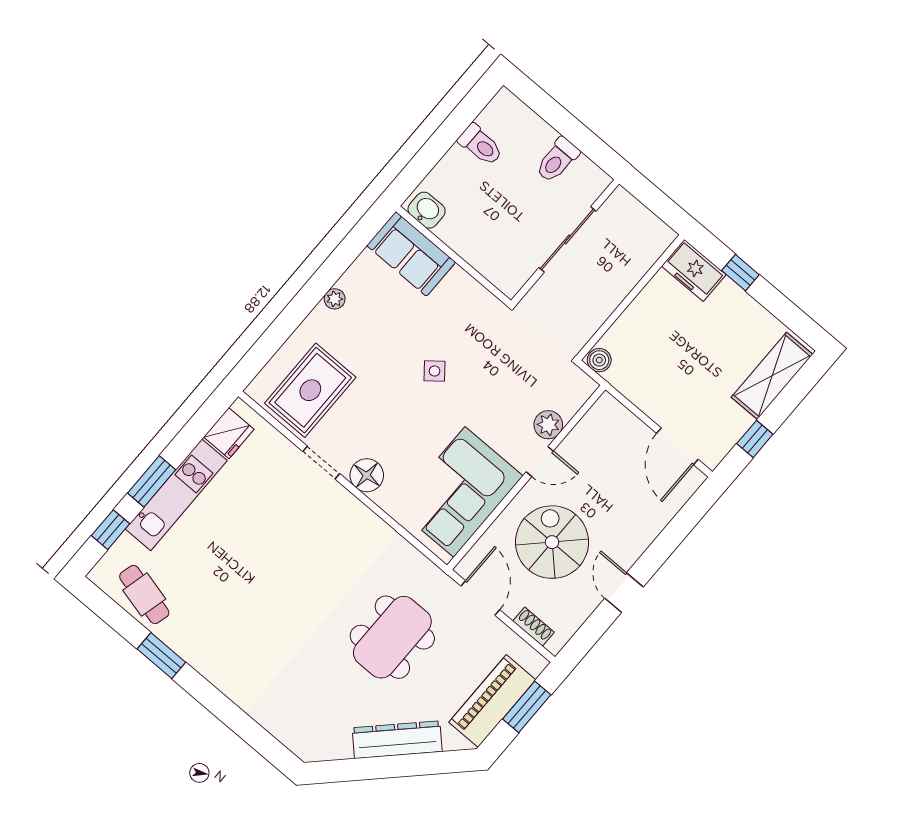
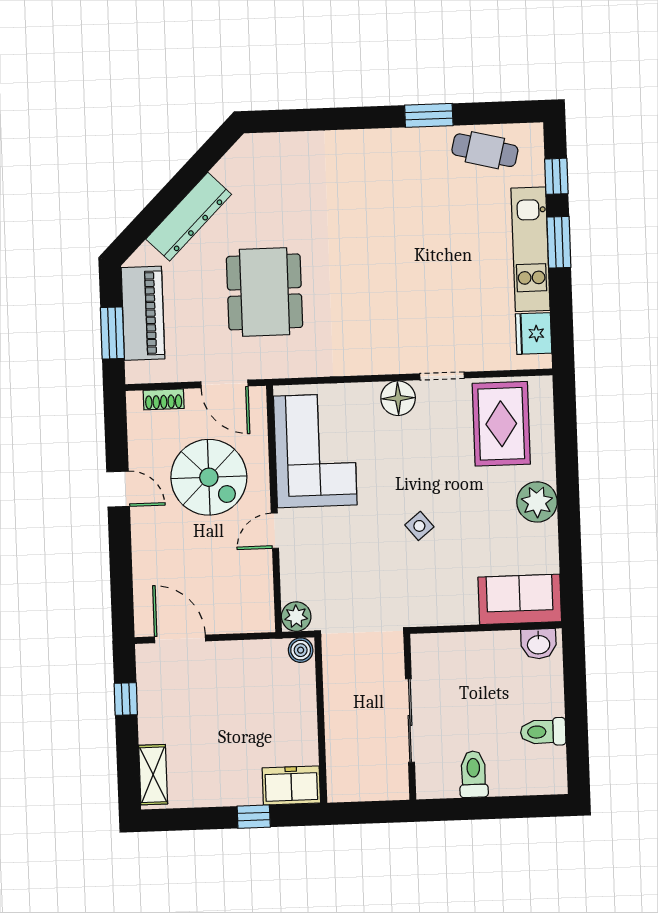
plant: (335, 299) -> (537, 502), width x1.88, depth x1.88
shelving: (772, 376) -> (153, 775), width x0.67, depth x0.75
plant: (548, 425) -> (296, 617), moved

